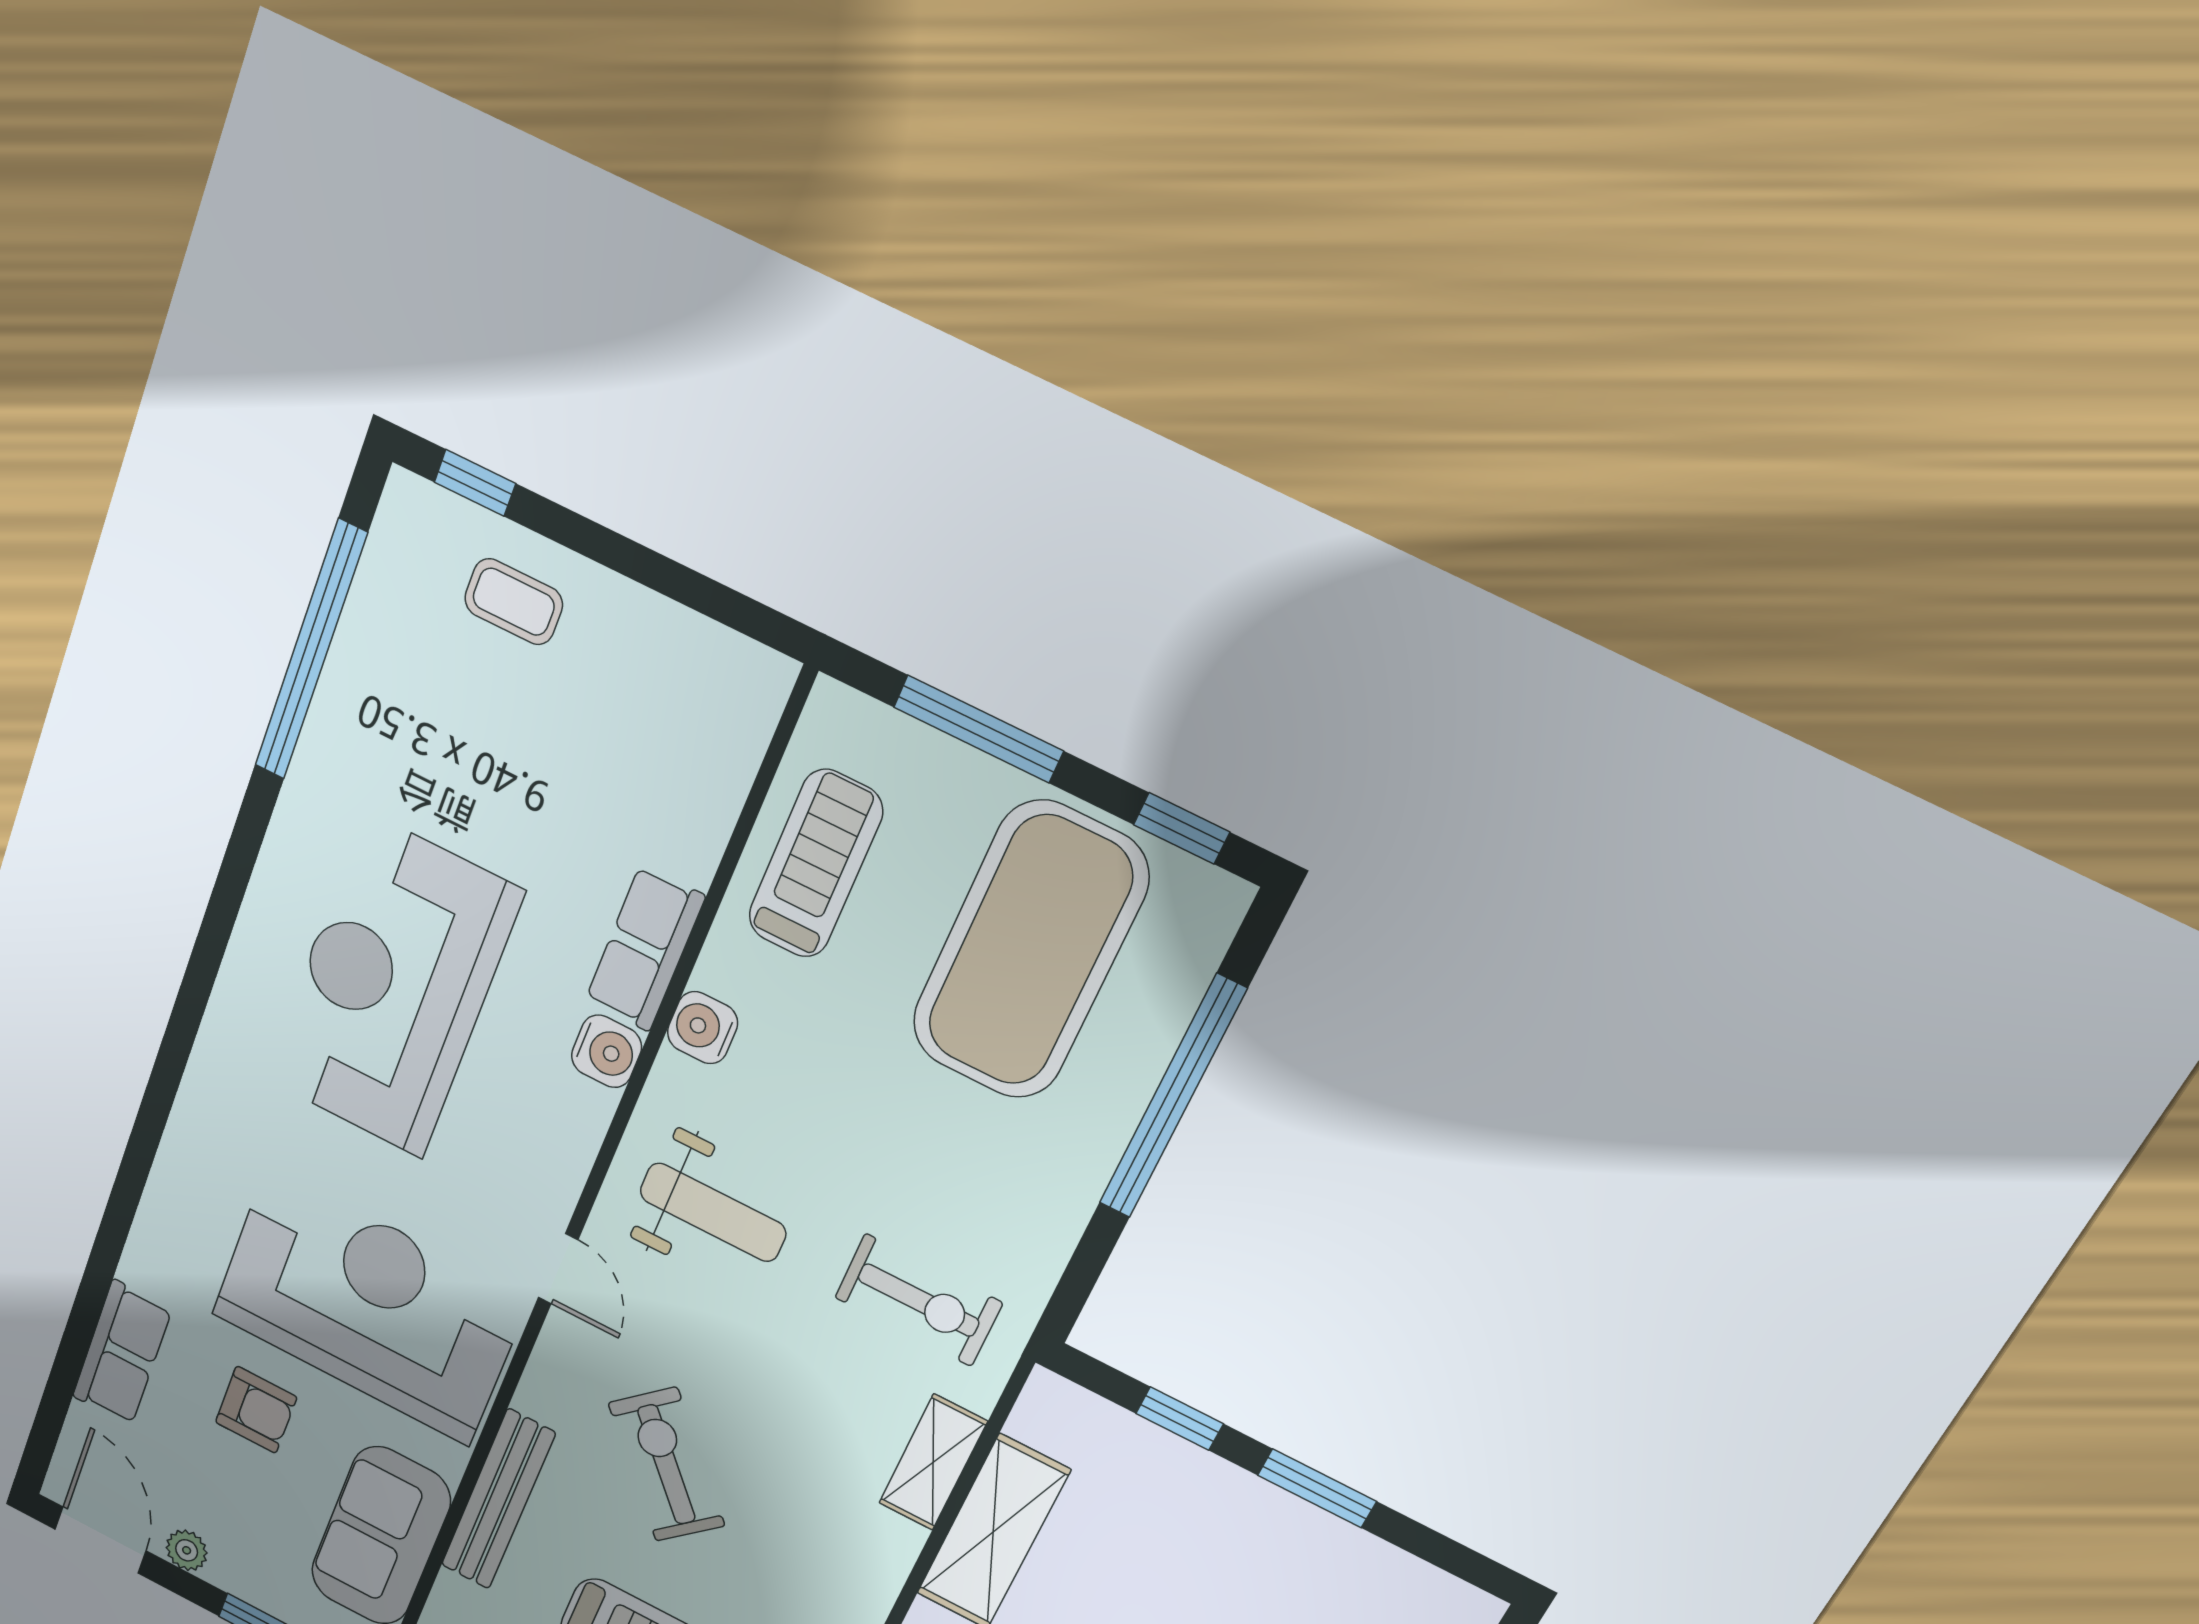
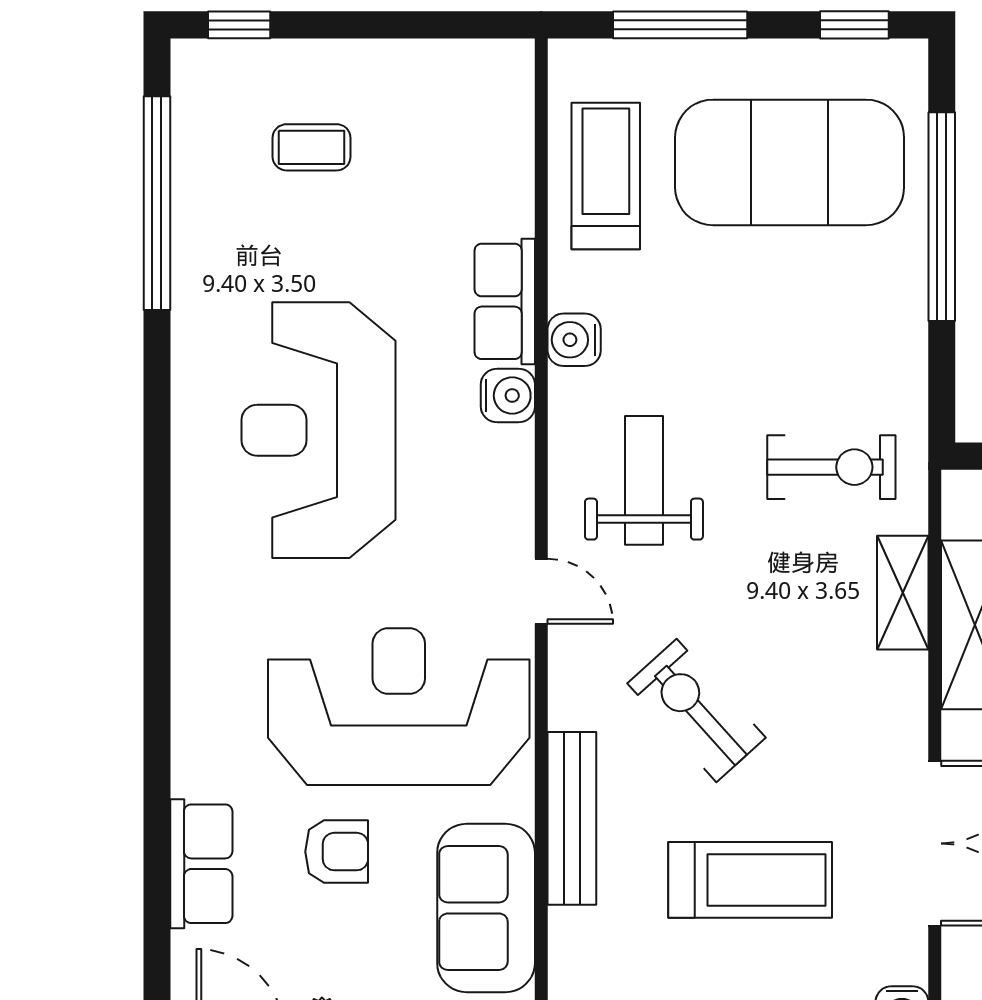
coffee table: (514, 602) -> (312, 147), moved
exercise mat: (1029, 951) -> (790, 162), turned 90
weight bench: (713, 1212) -> (644, 480), turned -90

